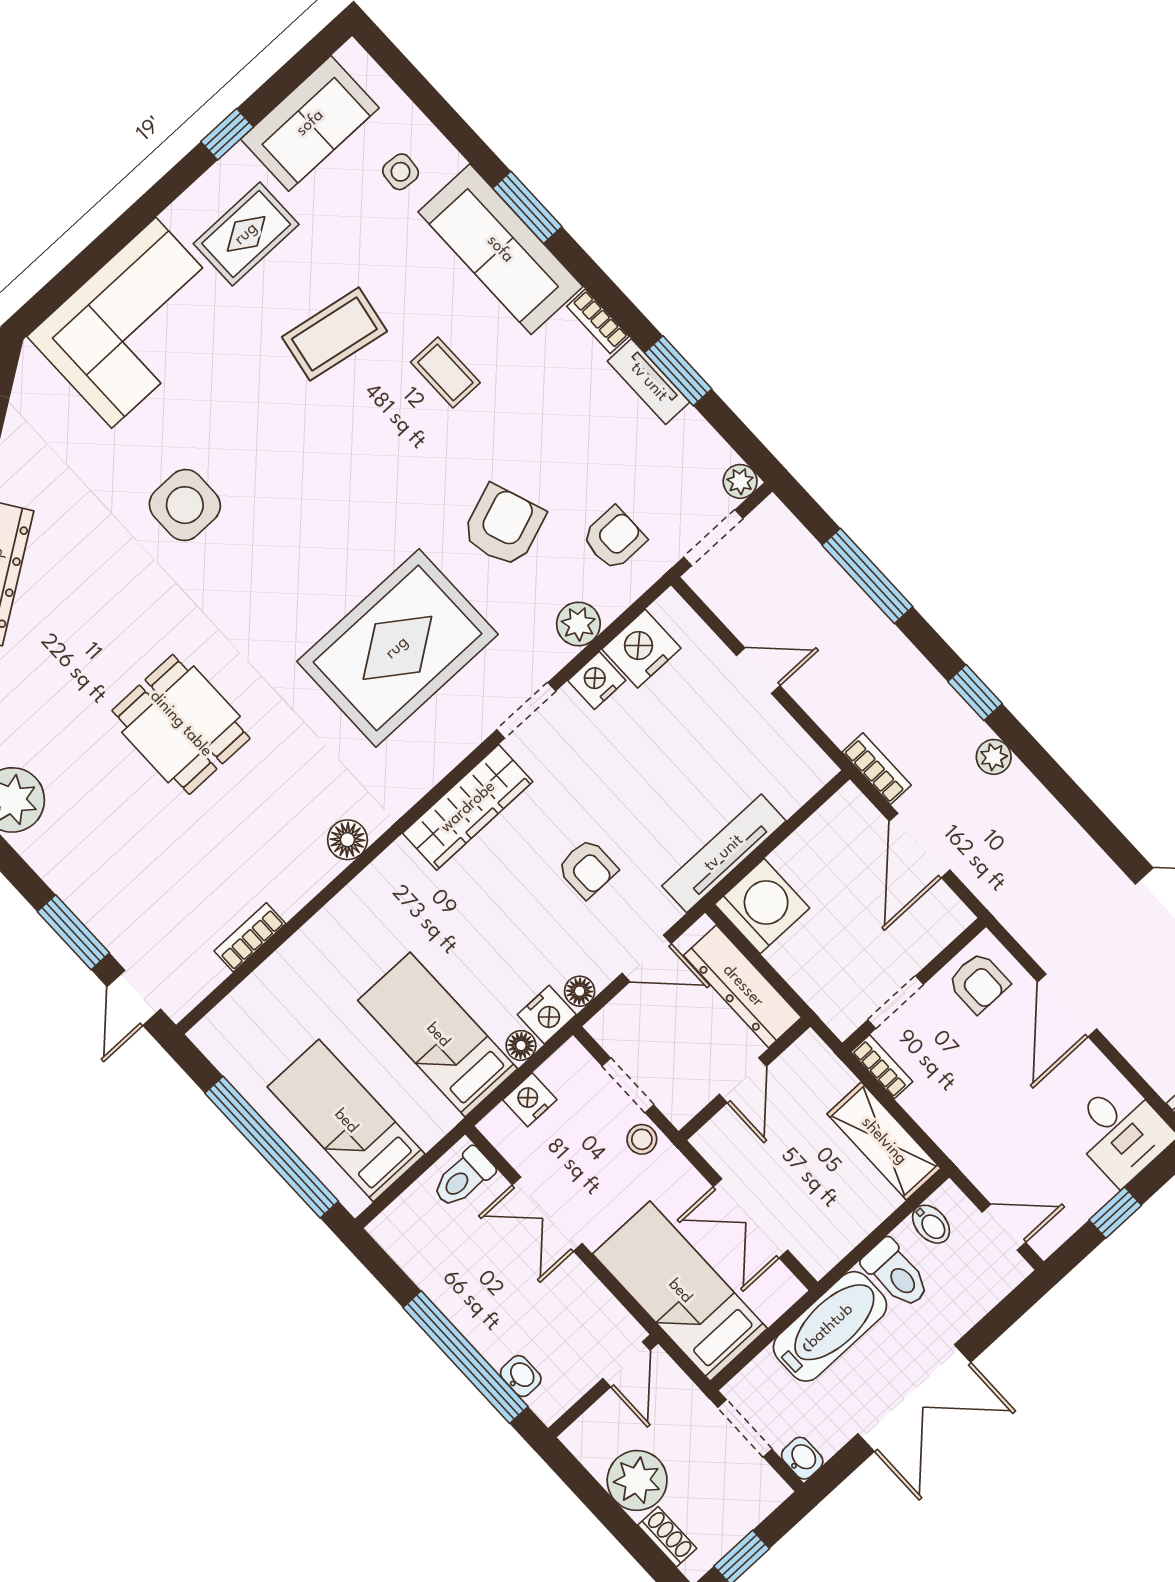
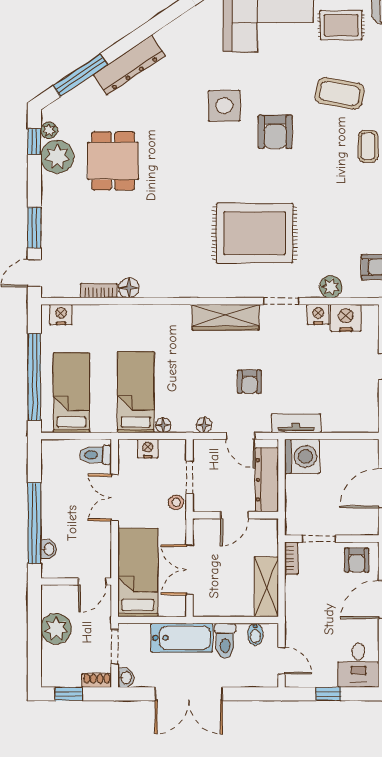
armchair: (503, 526) -> (275, 132), moved, turned 110
dining table: (181, 724) -> (113, 161), moved
floor lamp: (347, 840) -> (129, 288), moved
tv unit: (724, 853) -> (296, 423), width x0.71
nightstand: (547, 1015) -> (61, 315), moved, turned 180
shoe rack: (667, 1537) -> (97, 680), moved, turned -90

